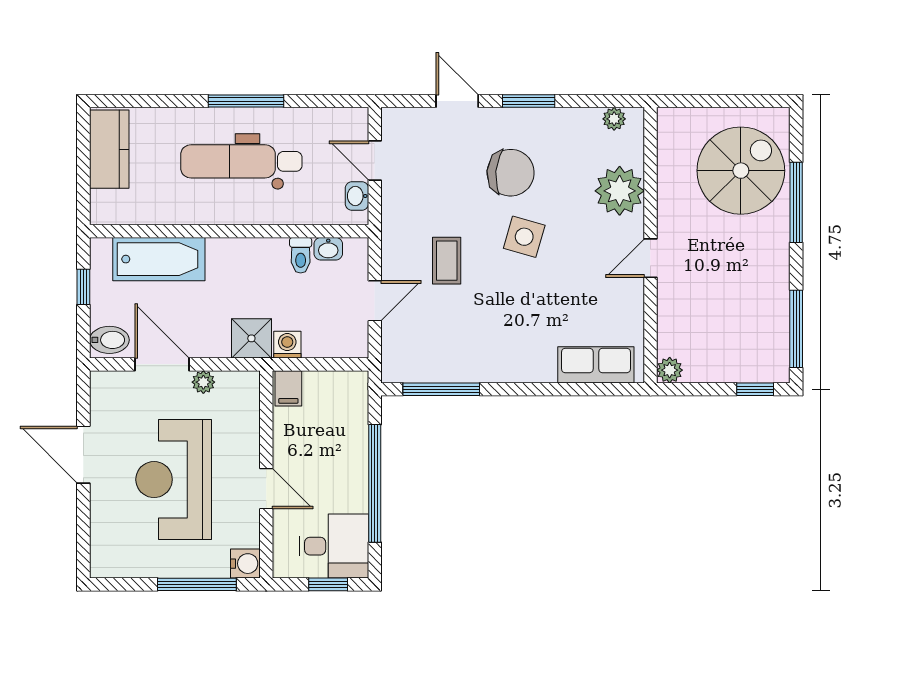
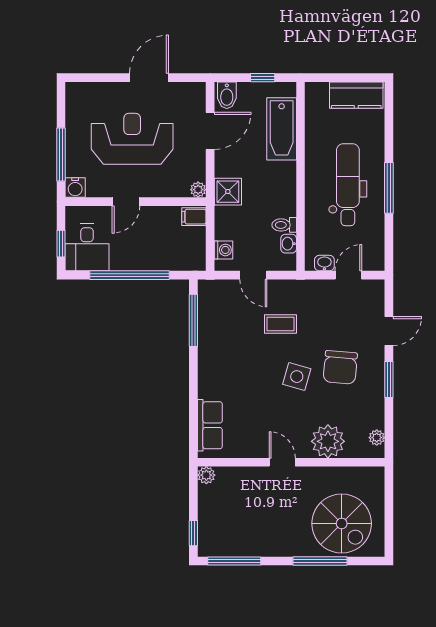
washing machine: (287, 345) -> (224, 250), moved
plant: (203, 382) -> (198, 190), moved

